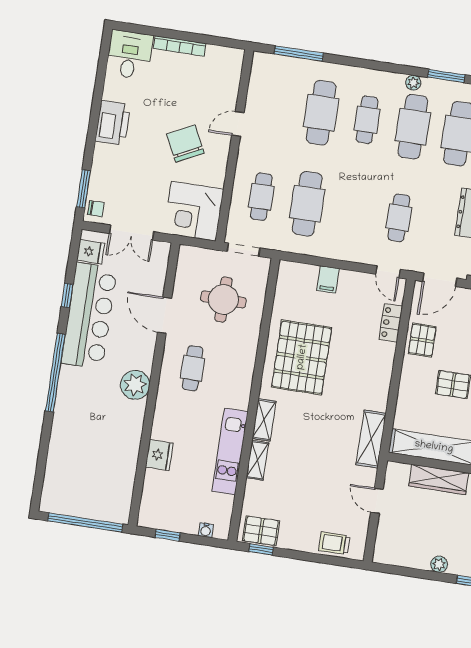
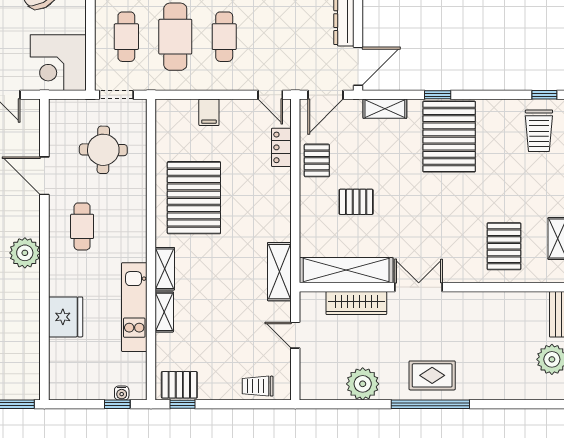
cafe table: (399, 218) -> (224, 37), moved
fridge: (159, 455) -> (66, 317), width x1.36, depth x1.34
window: (168, 535) -> (117, 404), moved
plant: (439, 564) -> (363, 384), width x1.88, depth x1.88

